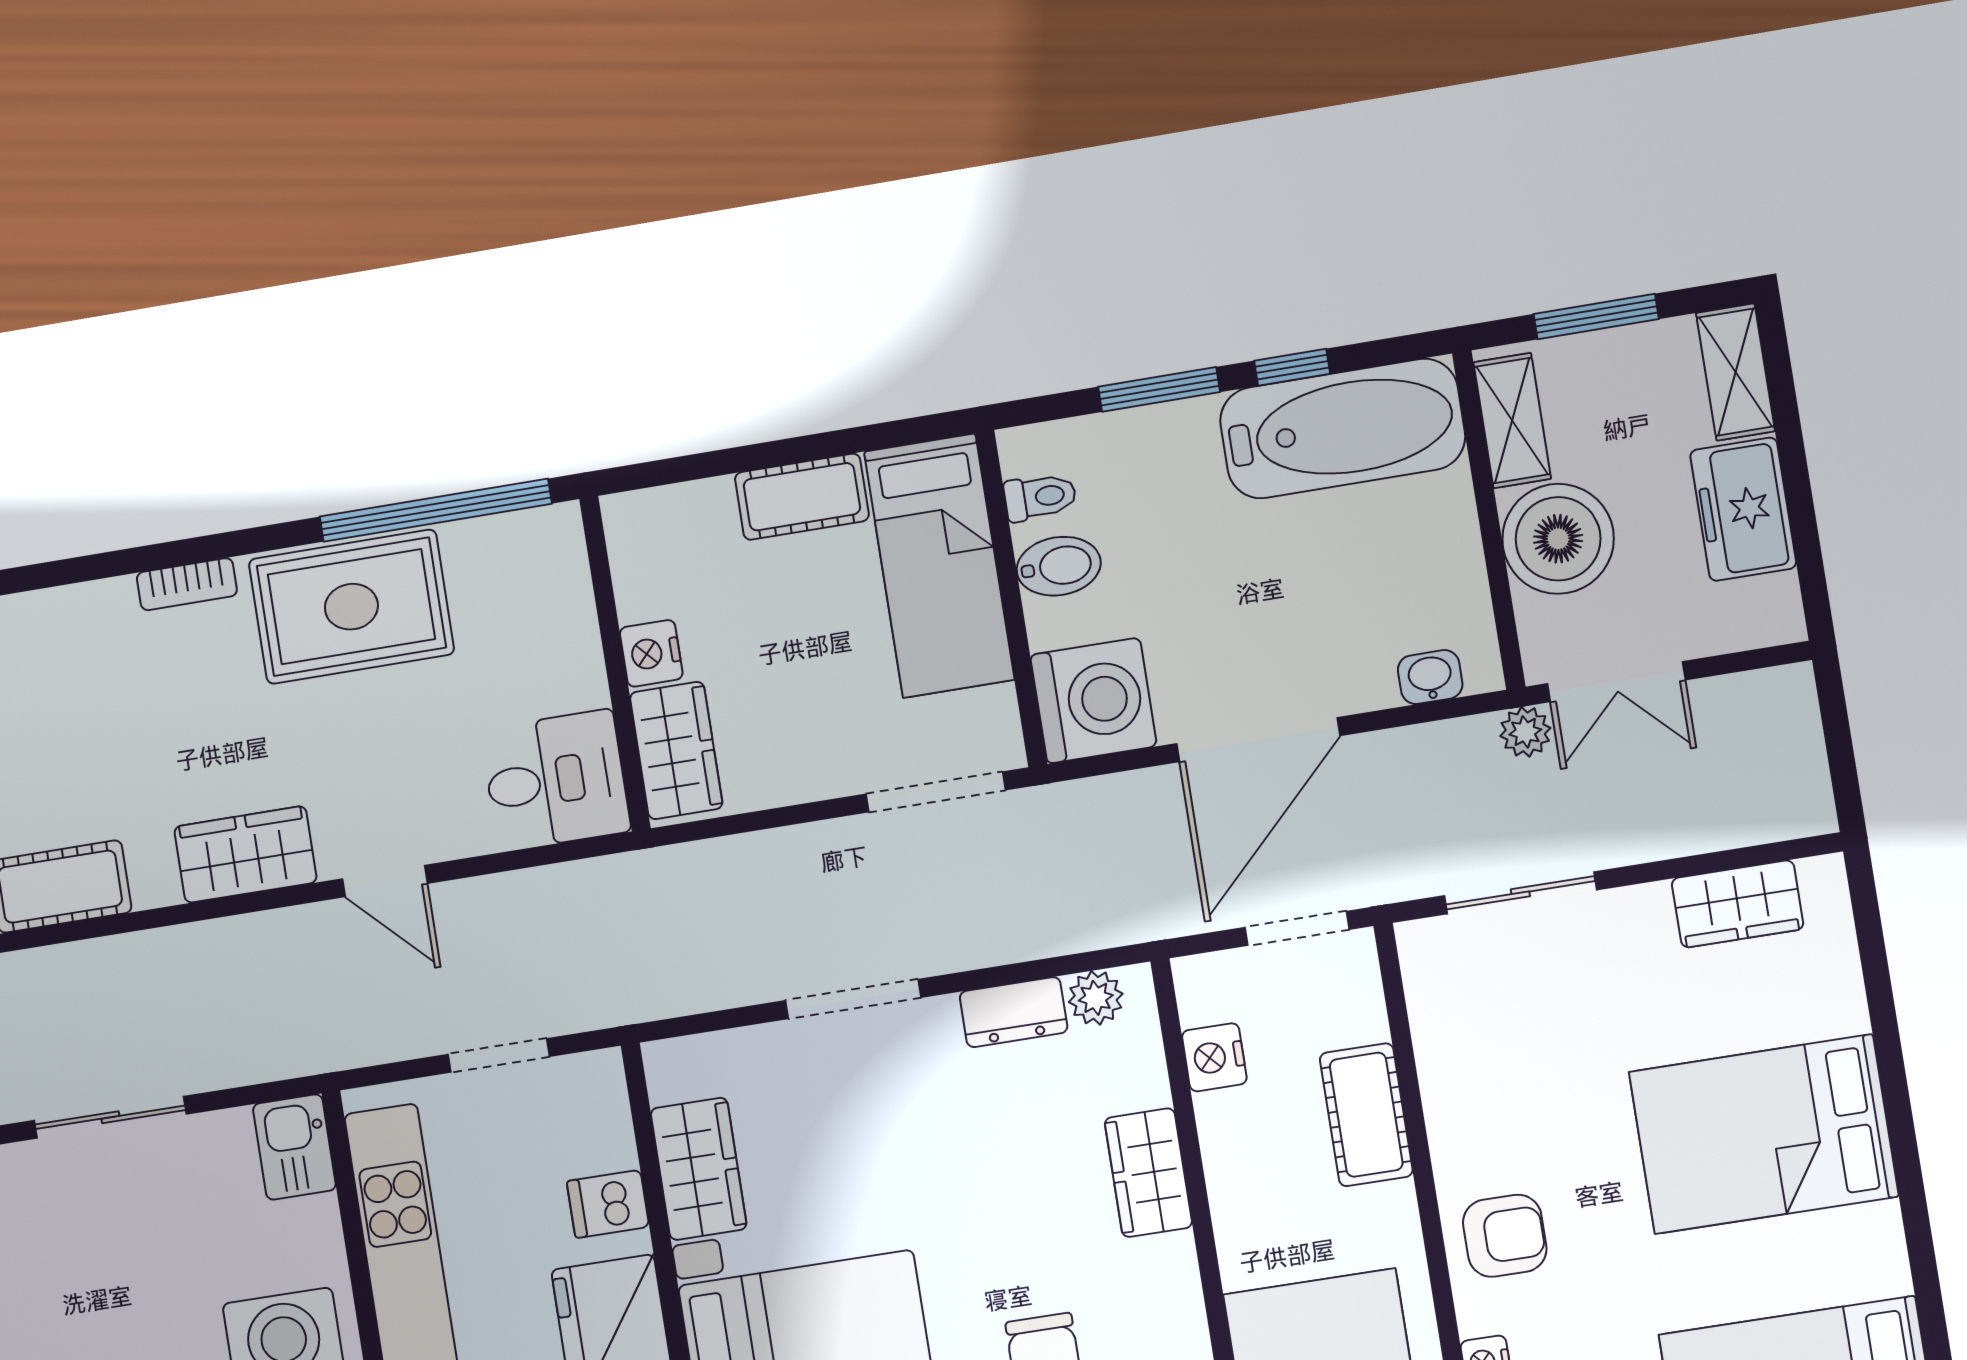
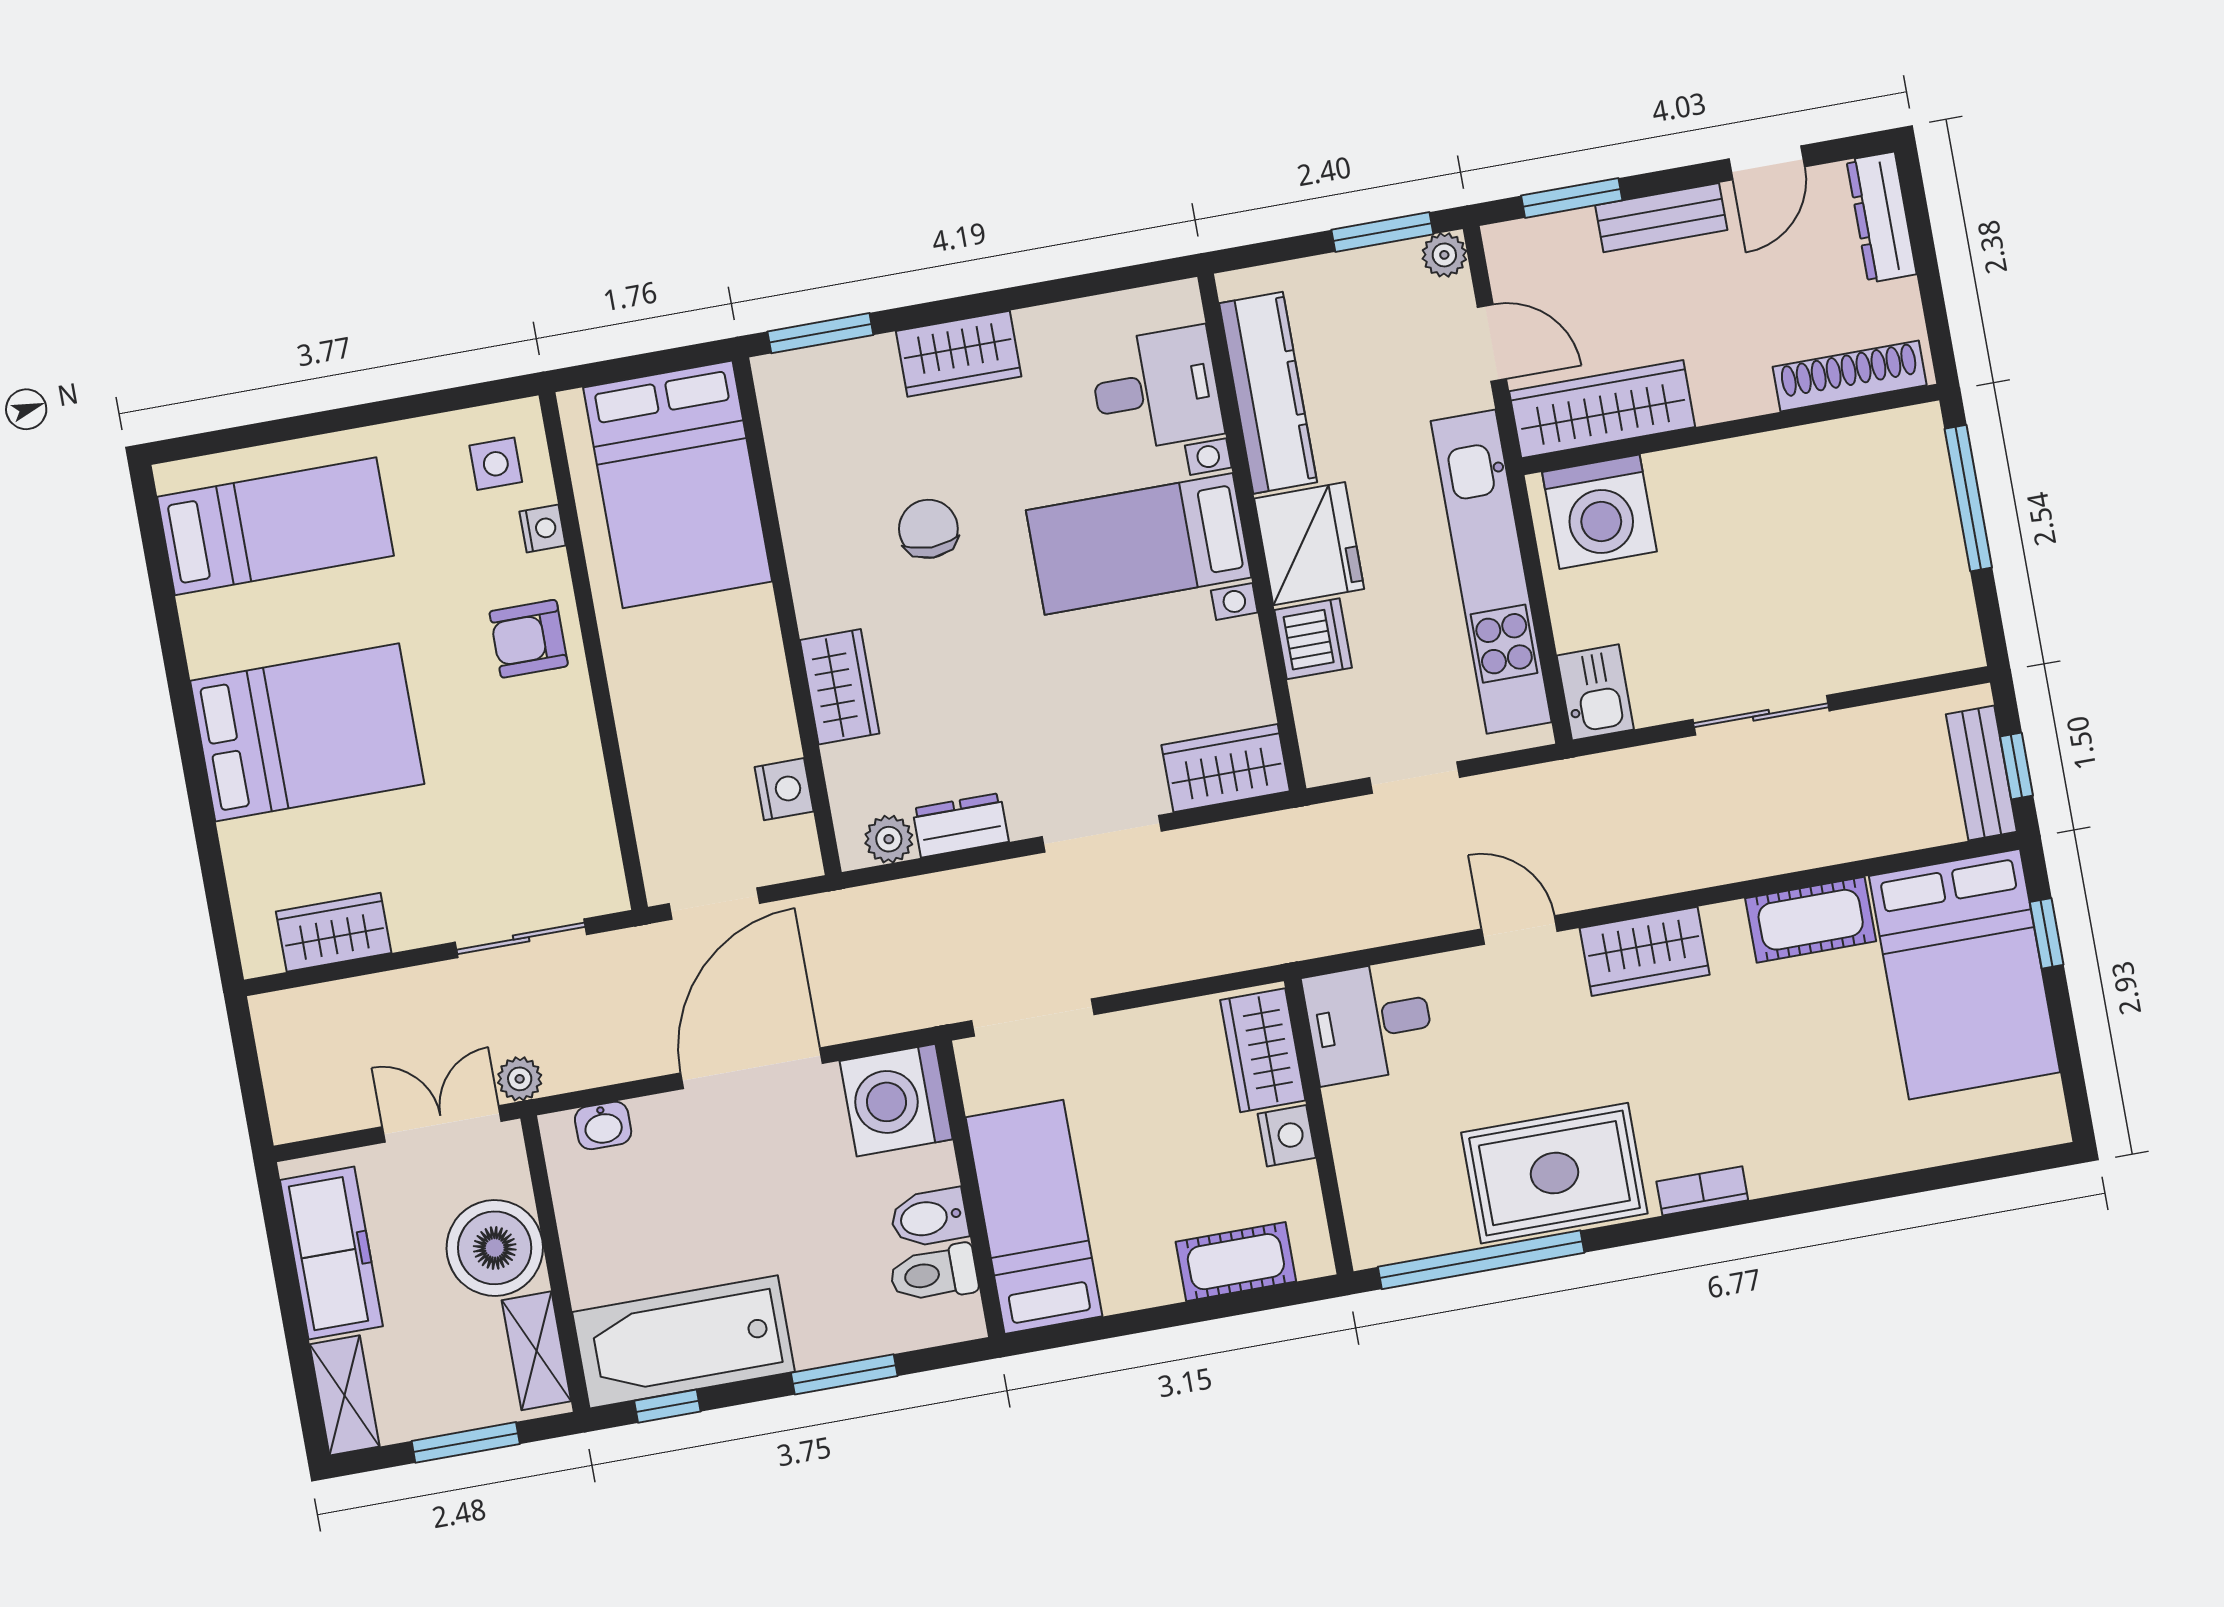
window: (1292, 367) -> (667, 1406), moved
cot: (802, 497) -> (1236, 1262), moved
toilet: (1040, 497) -> (934, 1274), width x1.37, depth x1.39
freezer: (1743, 509) -> (331, 1253), width x1.40
cot: (1366, 1115) -> (651, 742), removed
wardrobe: (699, 1169) -> (1226, 768), moved, turned 90
dishwasher: (608, 1204) -> (1313, 639), width x1.38

